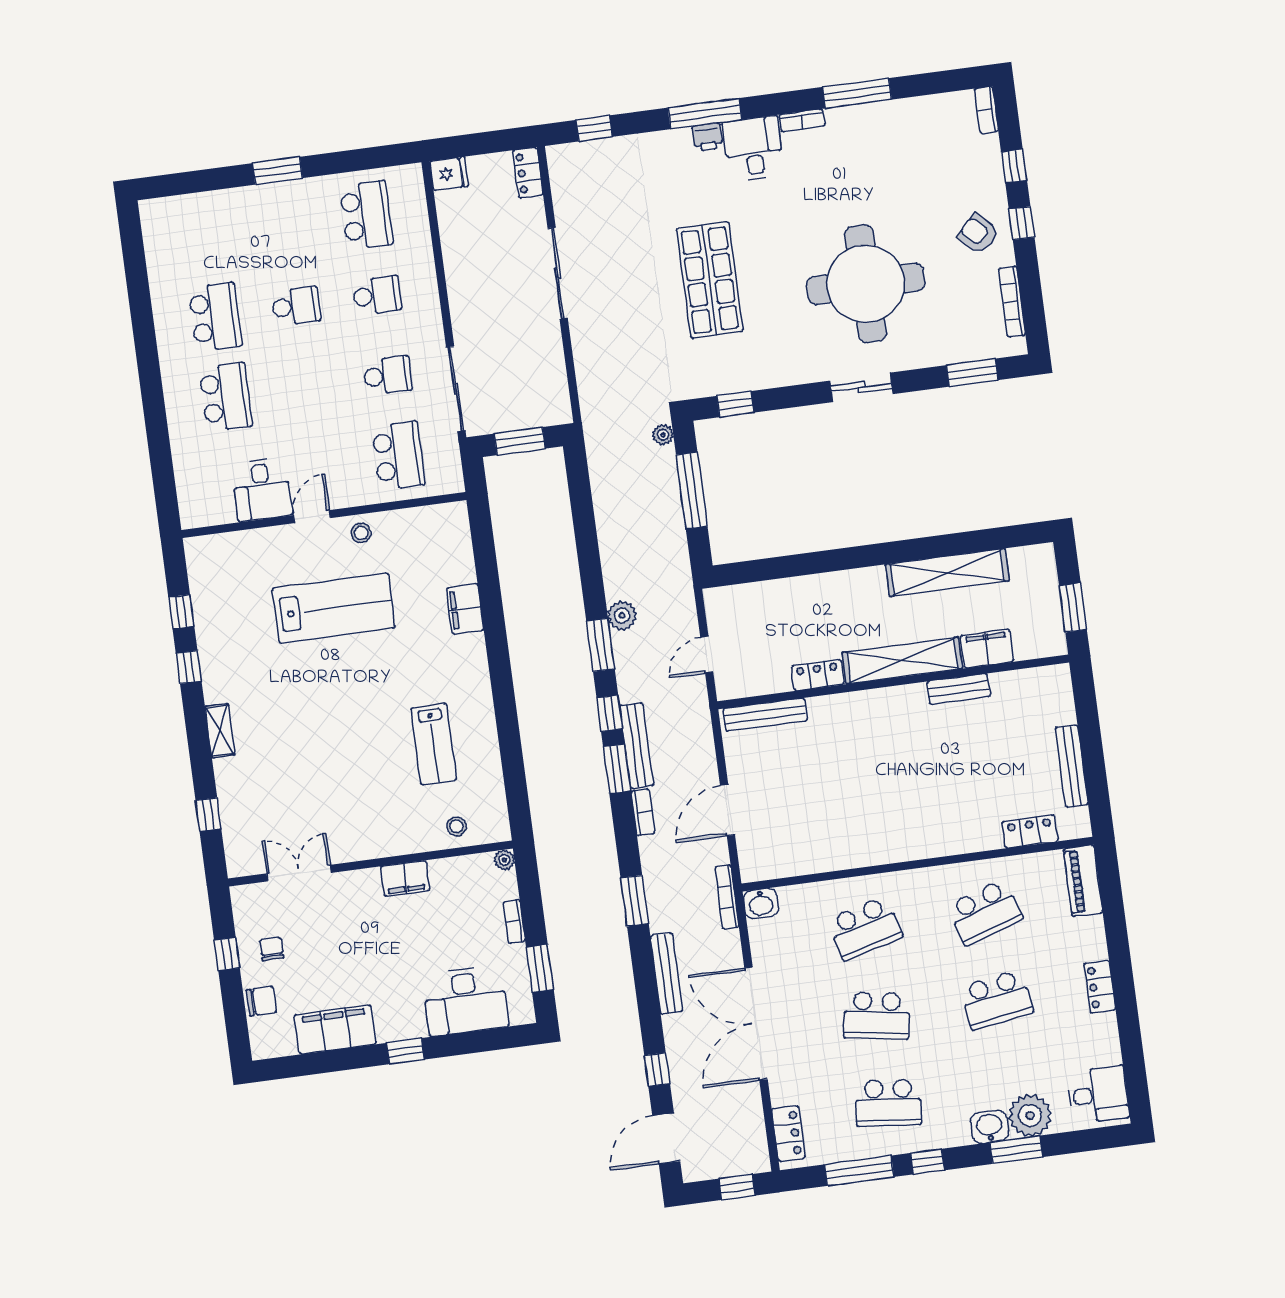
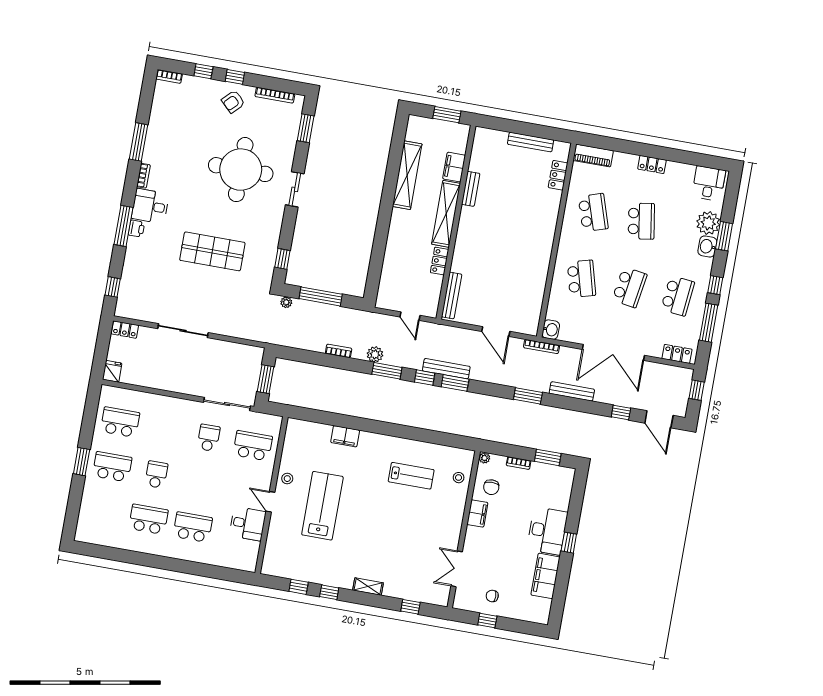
school desk: (377, 295) -> (112, 467), moved, width x1.85
bookcase: (643, 812) -> (339, 351), moved
chair: (261, 1001) -> (491, 487), moved, turned 180
desk: (465, 1001) -> (547, 531), moved

